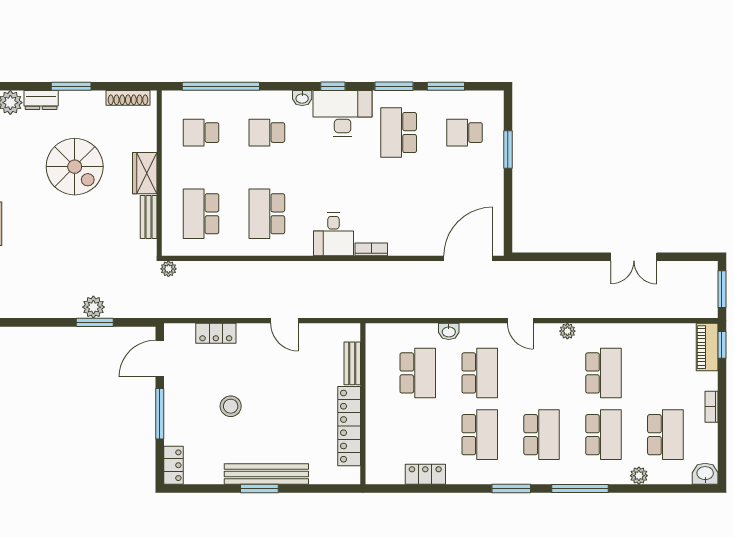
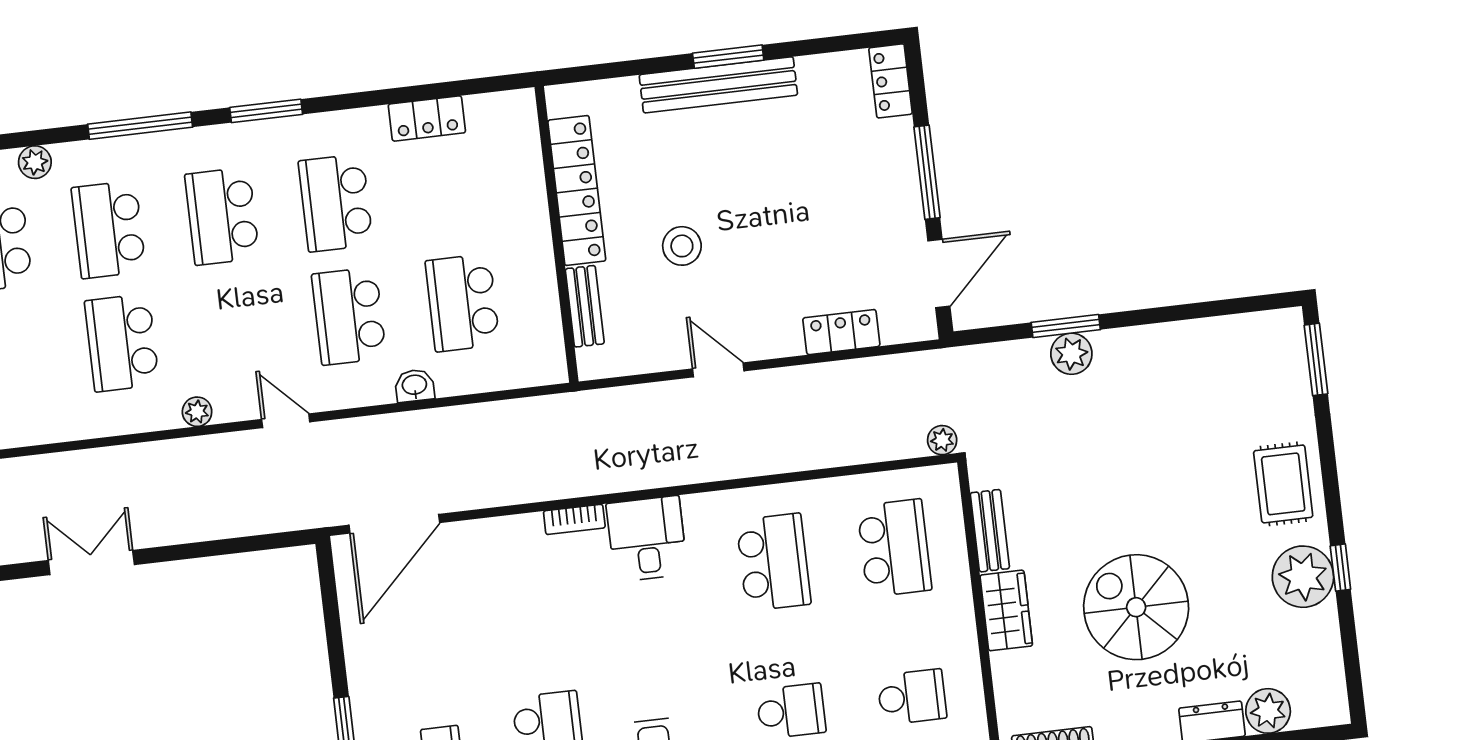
stool: (231, 406) -> (682, 246), moved

